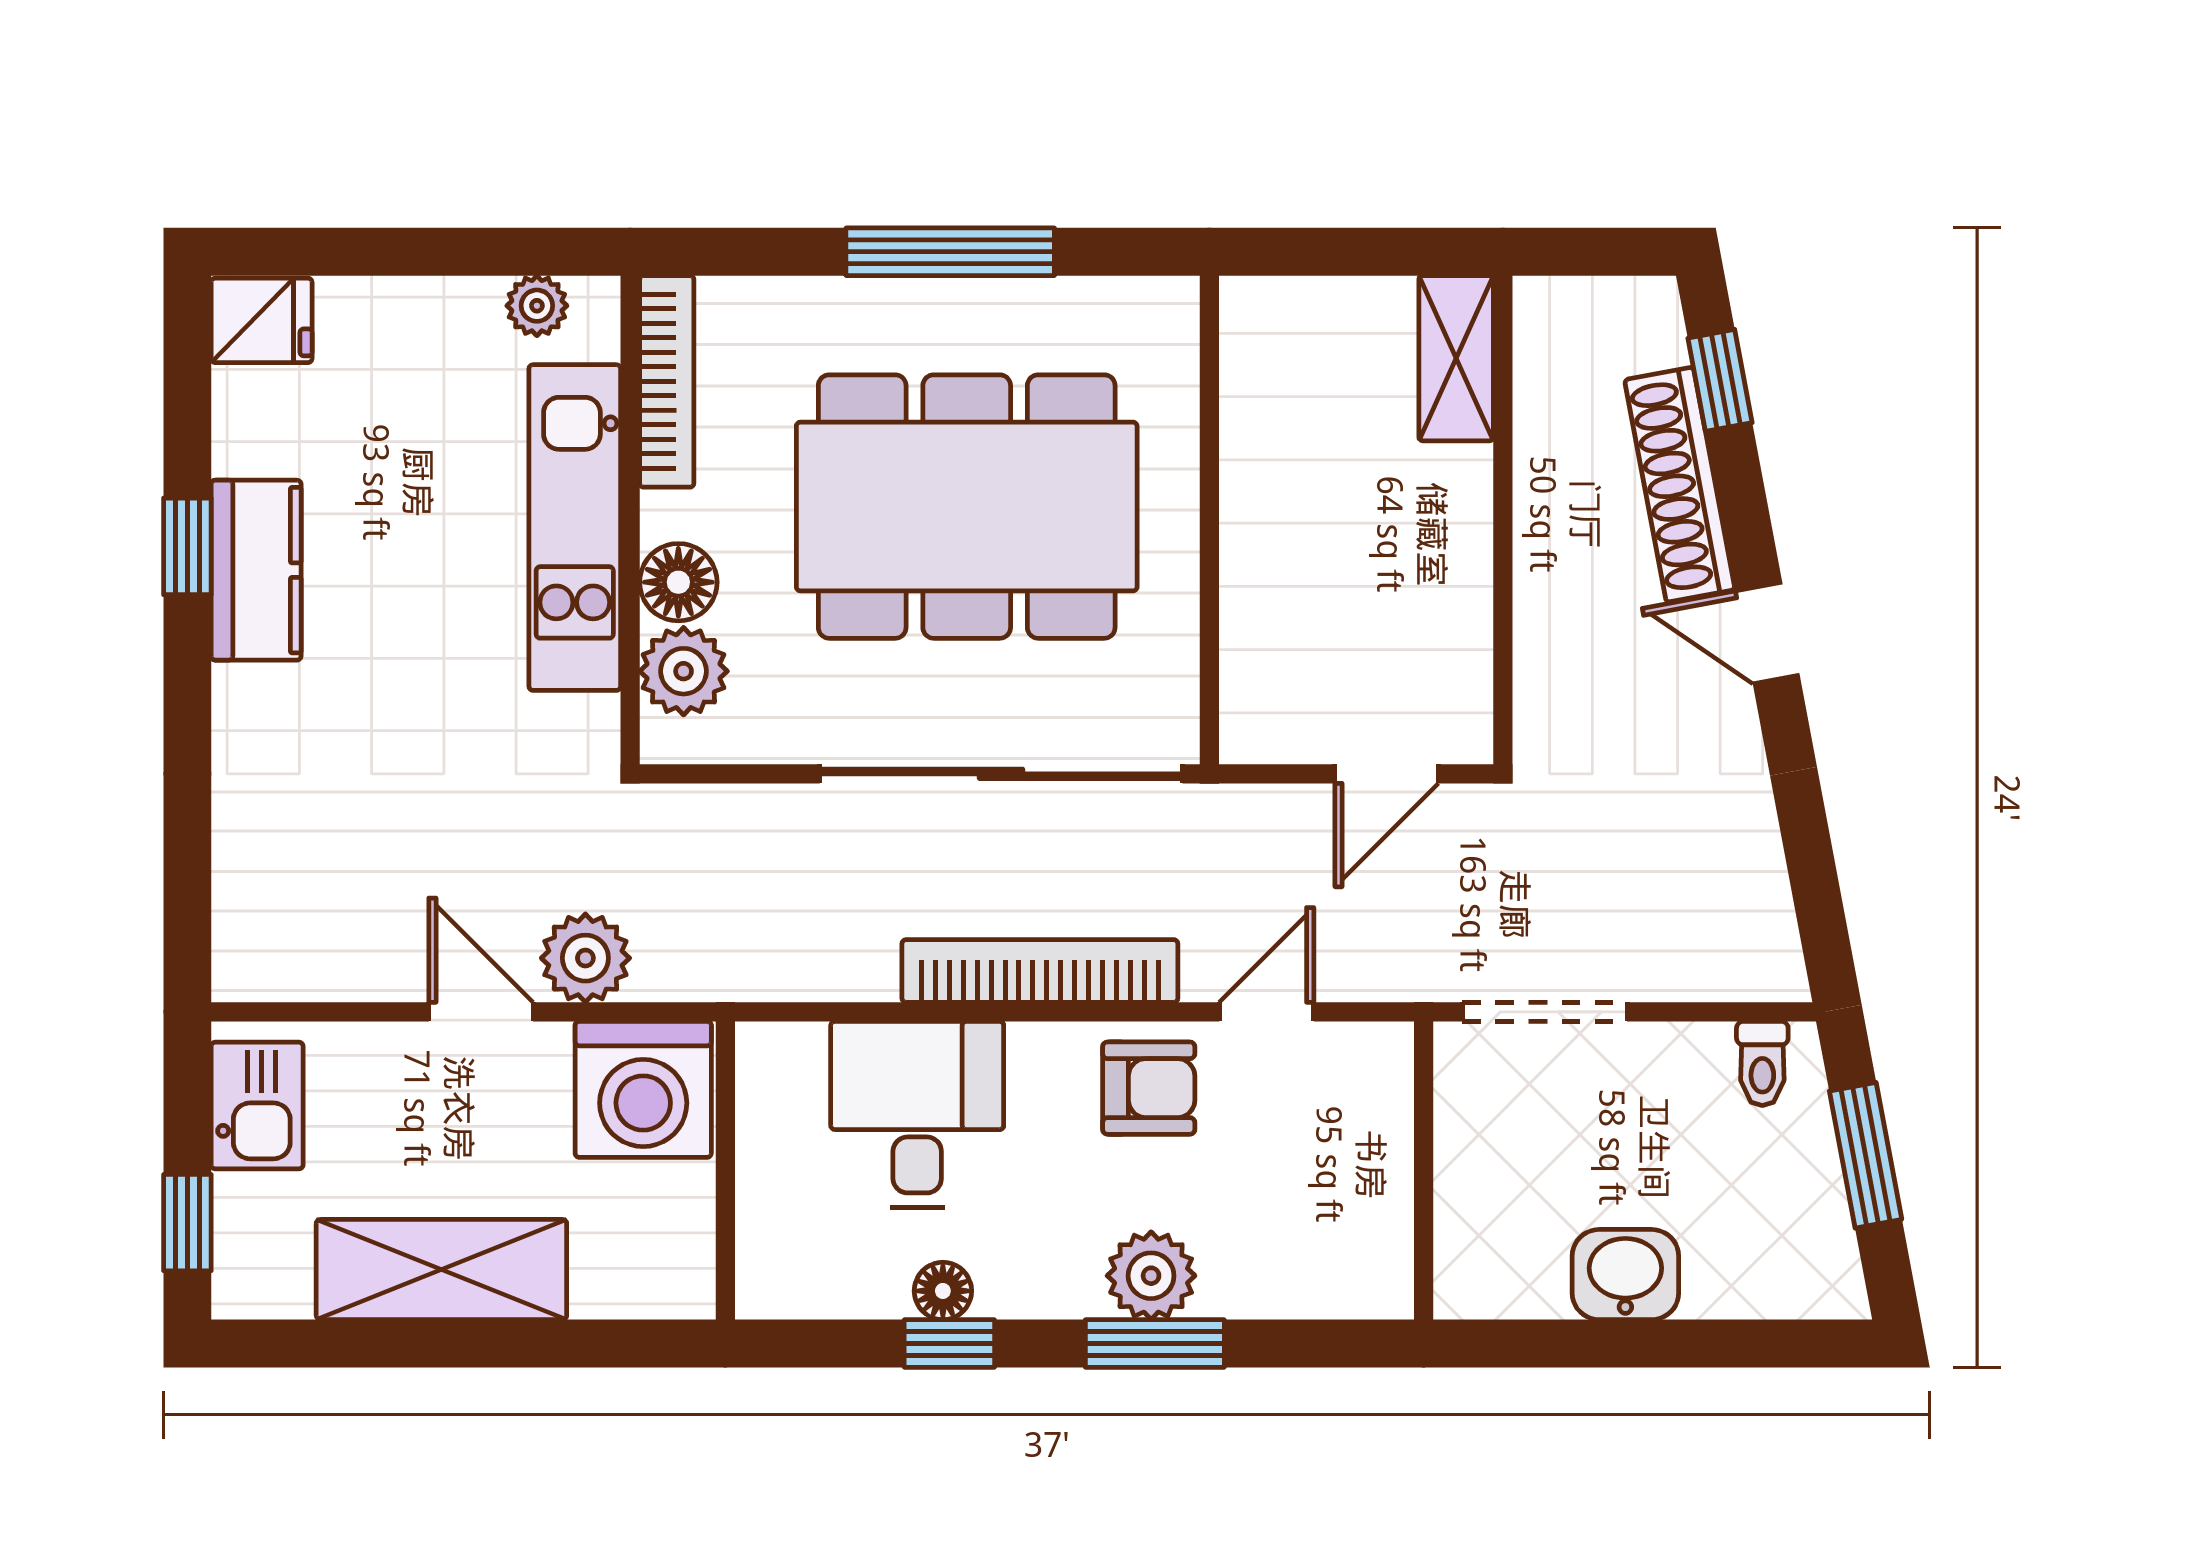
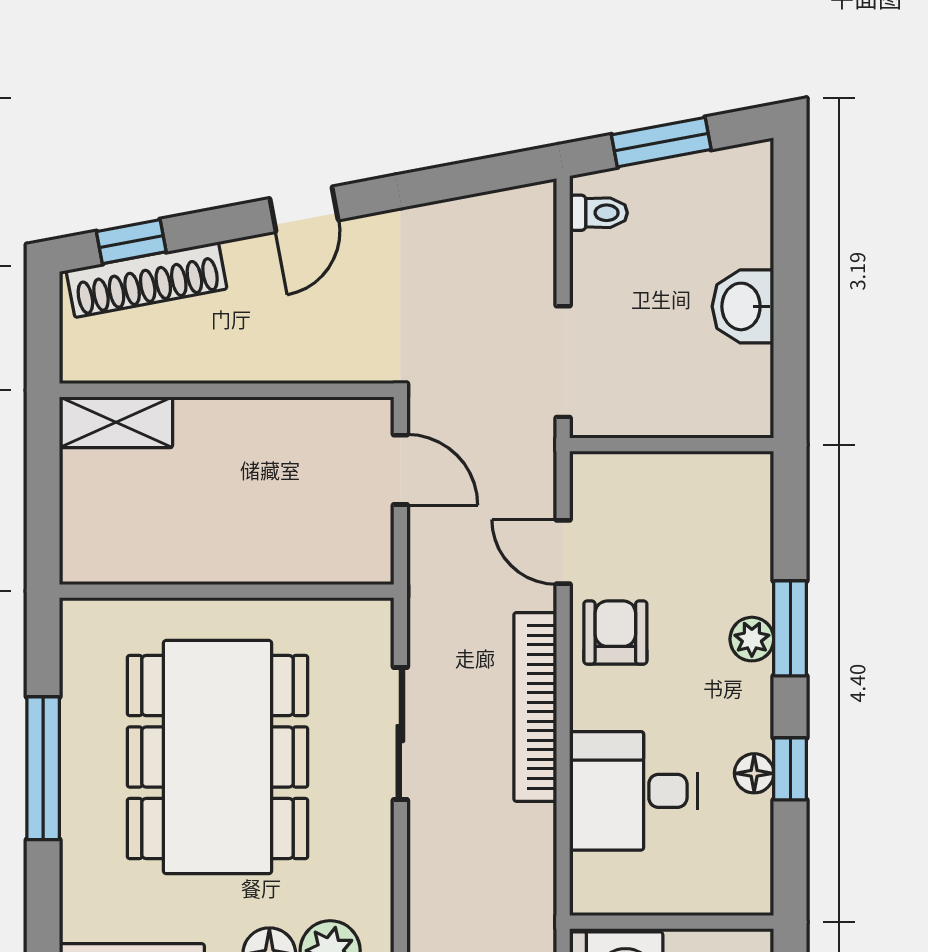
shoe rack: (1680, 485) -> (147, 280), moved
sliding door: (1001, 774) -> (400, 734), width x0.54
plant: (1151, 1276) -> (752, 639), width x0.73, depth x0.73

